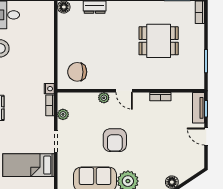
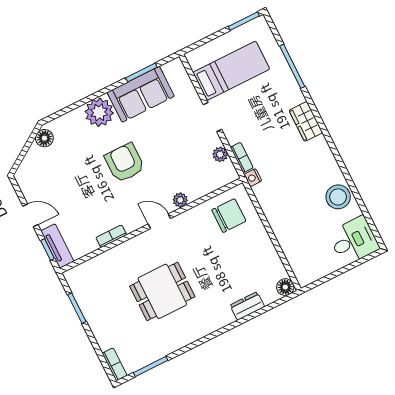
dining table: (159, 41) -> (162, 291), moved
armchair: (115, 140) -> (125, 163), moved

